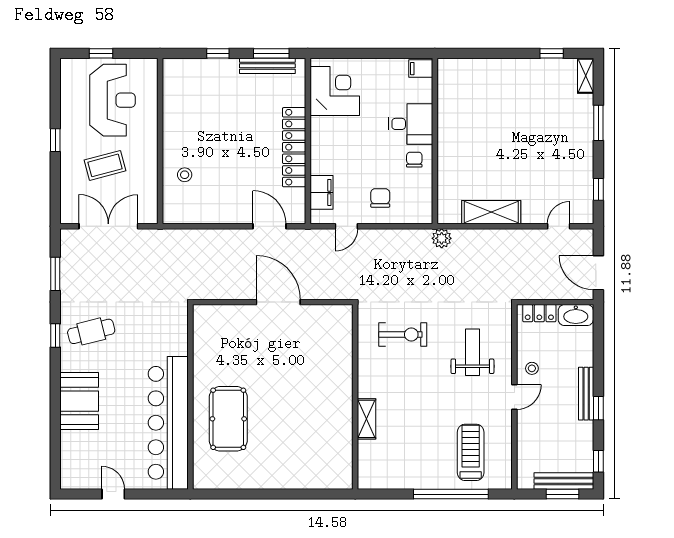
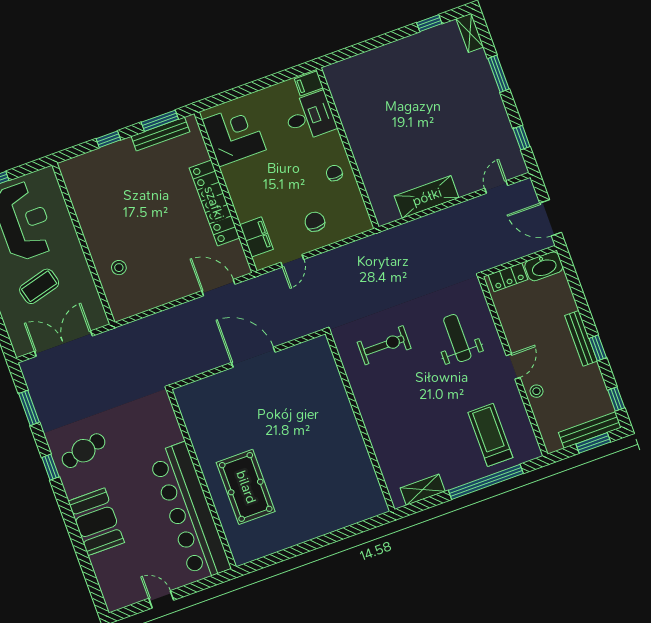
desk: (411, 124) -> (310, 116), moved
plant: (442, 238) -> (388, 239), removed
stool: (532, 368) -> (536, 391), moved
shelving: (367, 419) -> (423, 490), moved, turned 90

